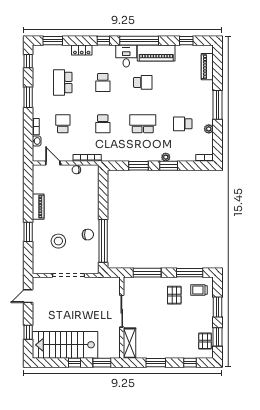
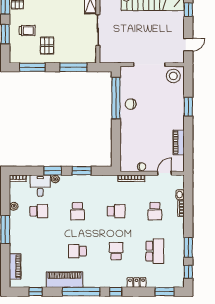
desk: (126, 56) -> (40, 186), moved, turned 180
window: (28, 97) -> (188, 247), moved
school desk: (103, 124) -> (116, 211), turned 90
school desk: (143, 124) -> (77, 211), width x0.54
door: (53, 163) -> (164, 173), swing flipped
piano: (38, 207) -> (179, 142), moved
stool: (58, 241) -> (173, 76), moved
trolley: (199, 290) -> (27, 31), moved

